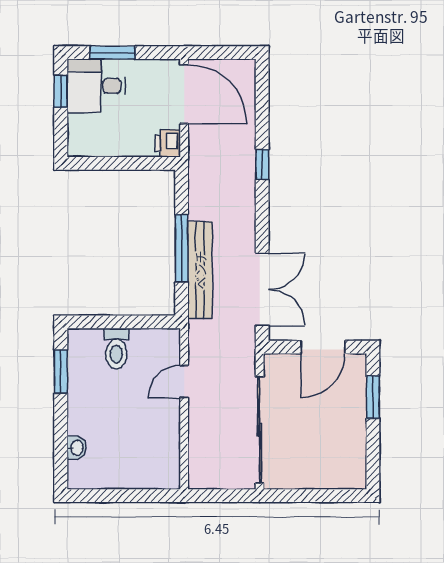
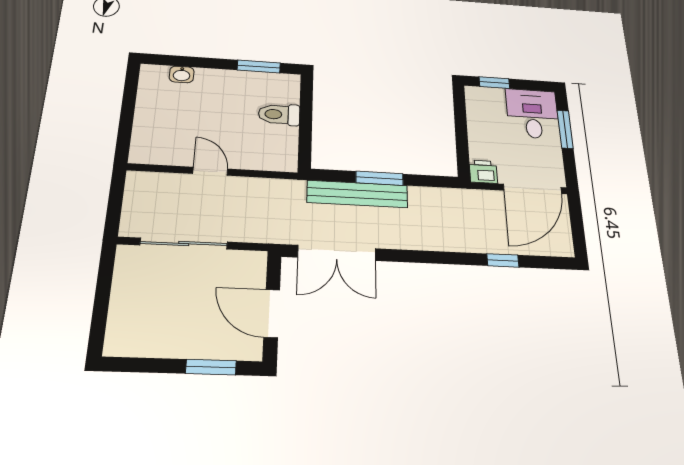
window: (61, 91) -> (494, 83), moved
window: (262, 164) -> (503, 260), moved
window: (182, 248) -> (379, 178), width x0.69
door: (184, 382) -> (210, 171), moved
sliding door: (260, 430) -> (184, 244), width x0.73

